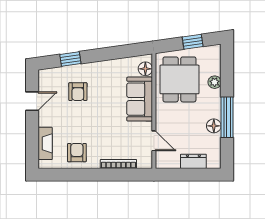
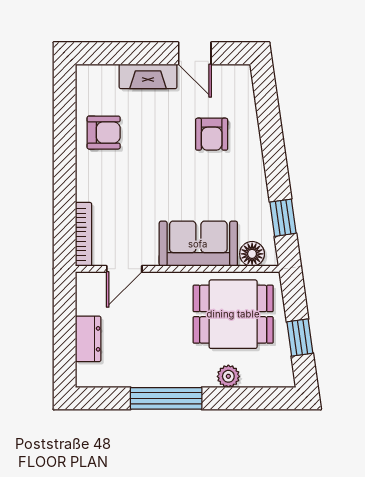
window: (70, 59) -> (283, 218), moved
armchair: (78, 92) -> (212, 134), turned -90
floor lamp: (214, 126) -> (151, 375), removed
fireplace: (45, 143) -> (148, 76), moved
bookcase: (118, 164) -> (84, 234), moved

